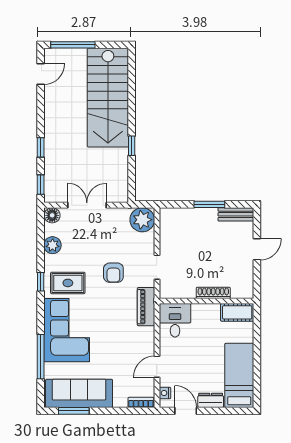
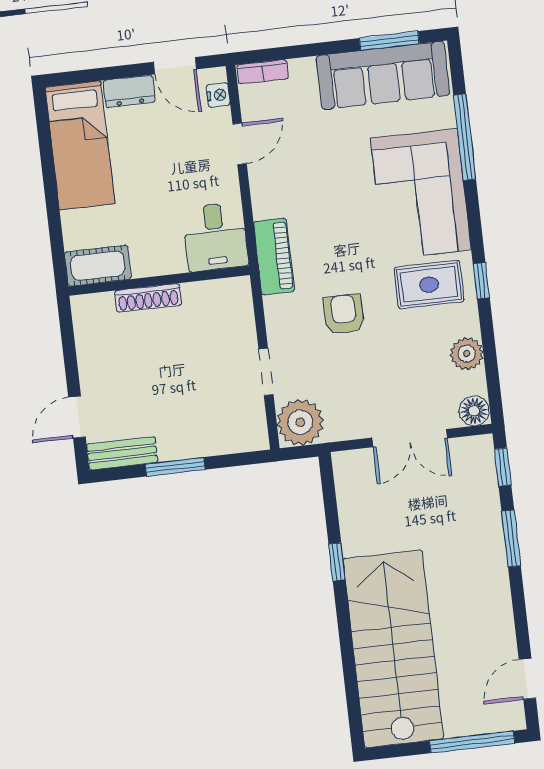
window: (41, 147) -> (511, 538), width x1.50
door: (257, 249) -> (77, 417), moved
doorway: (157, 267) -> (266, 372), moved

